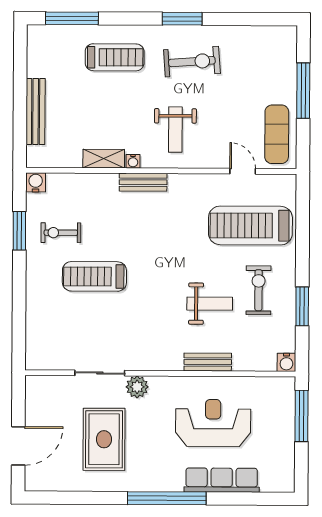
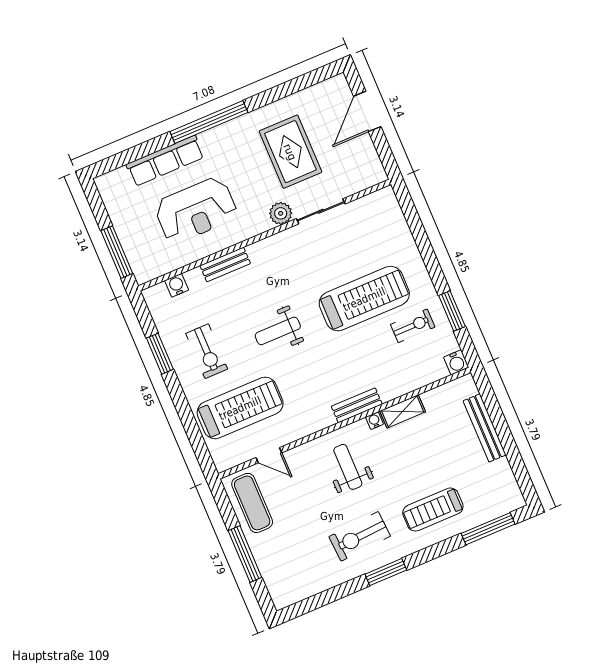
treadmill: (94, 276) -> (364, 299), width x1.37, depth x1.38
weight bench: (210, 304) -> (278, 331), moved
water cooler: (286, 362) -> (177, 285), moved

